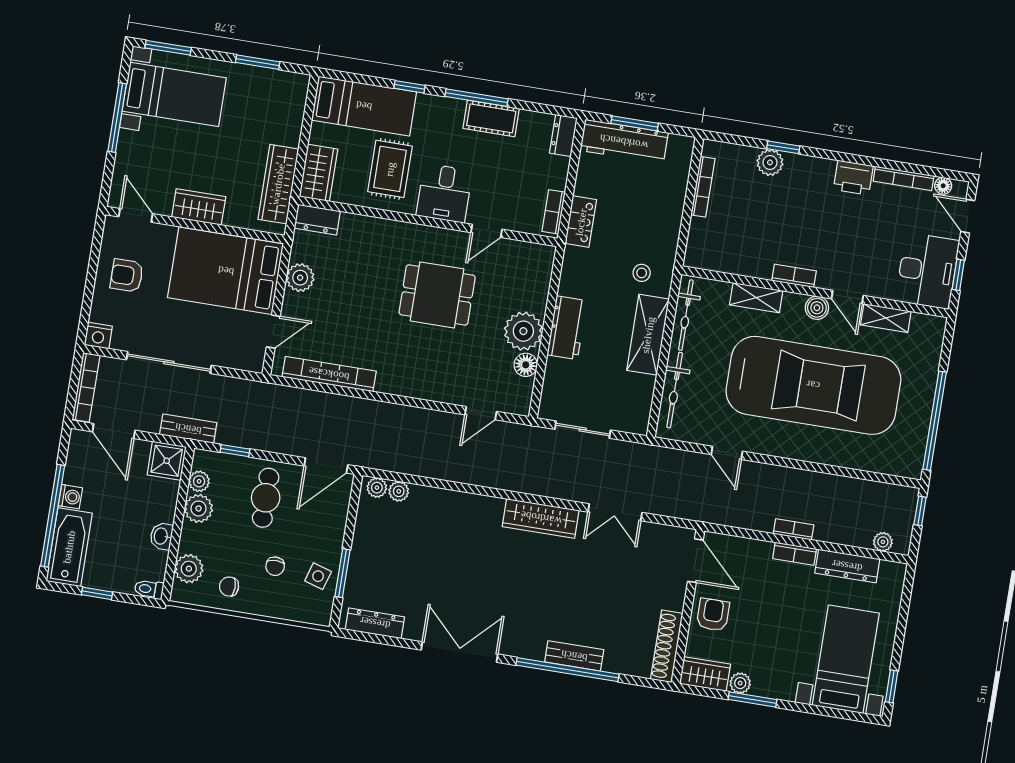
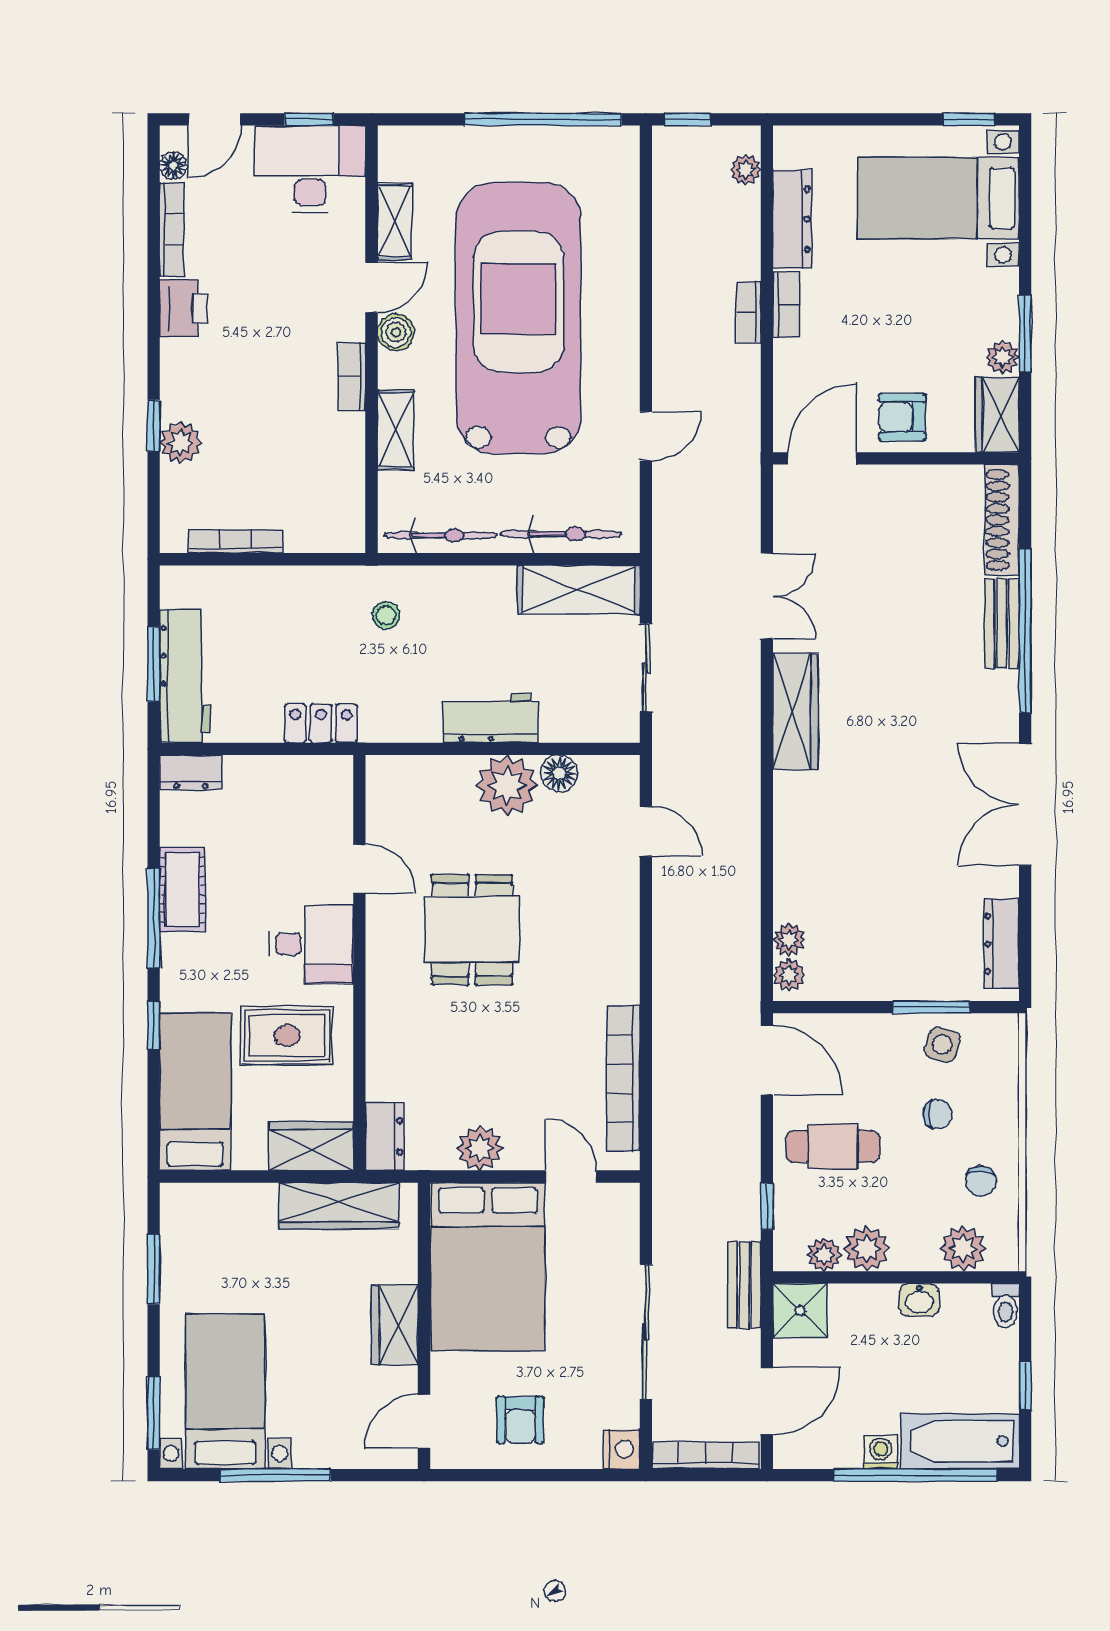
bookcase: (554, 212) -> (313, 768), removed
shelving: (648, 335) -> (579, 590), moved
shoe rack: (667, 646) -> (1002, 520), moved, turned 90

